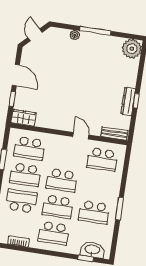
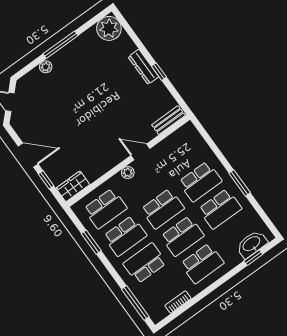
dresser: (128, 101) -> (143, 67), moved
plant: (62, 140) -> (128, 172), added
school desk: (102, 159) -> (200, 181), moved

